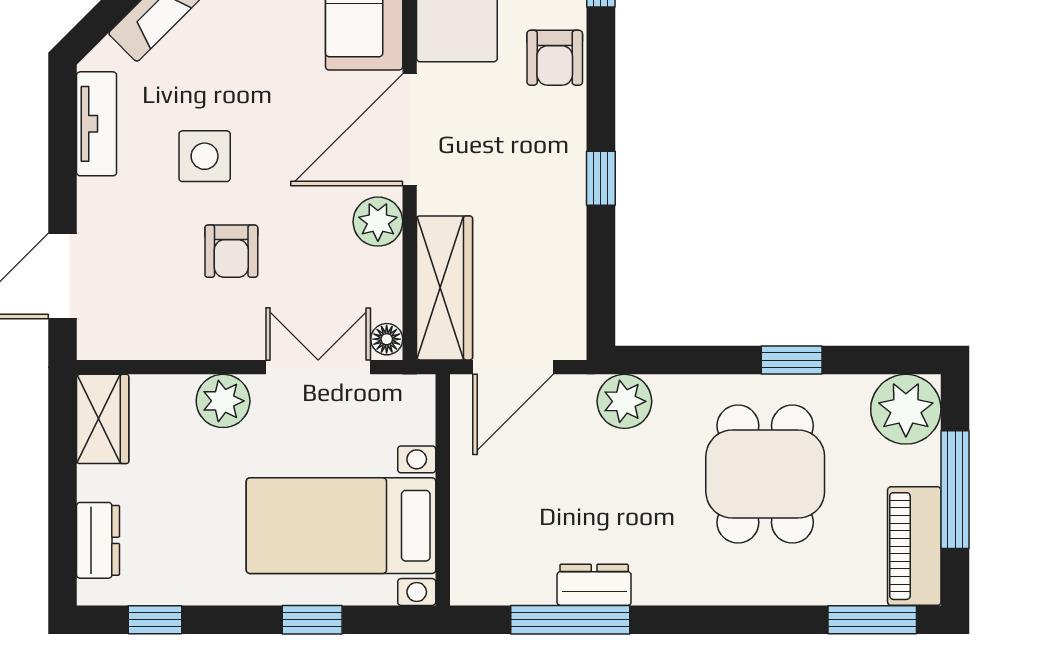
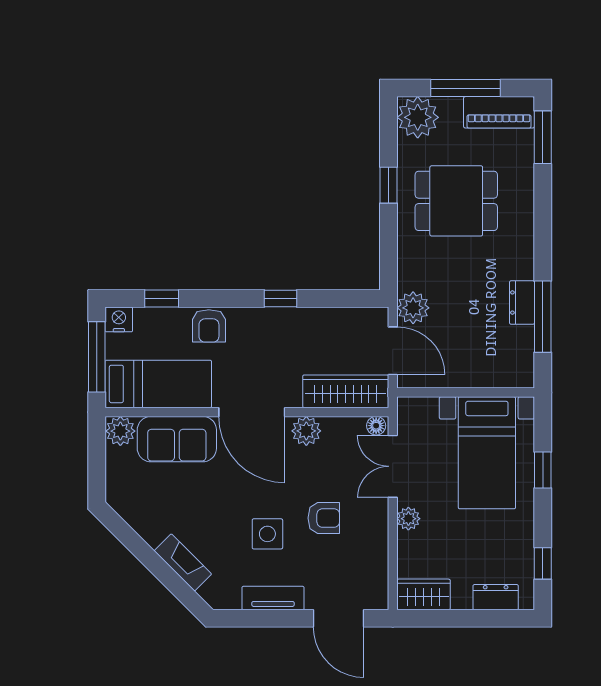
armchair: (555, 58) -> (209, 326), turned 90
tv unit: (97, 124) -> (273, 598), moved
plant: (223, 401) -> (408, 519), width x0.73, depth x0.73
plant: (624, 401) -> (413, 308), moved

